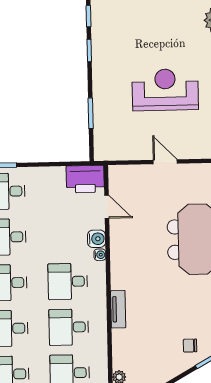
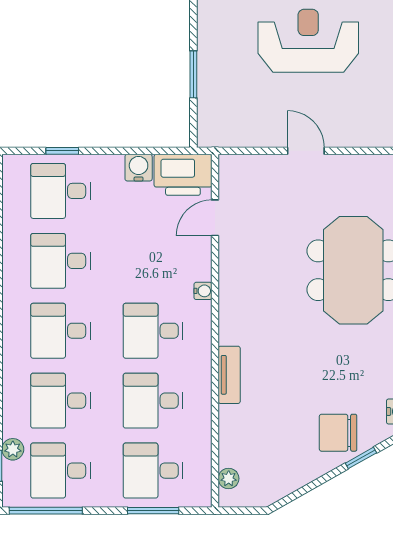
door: (107, 207) -> (215, 218), swing flipped
water cooler: (96, 239) -> (139, 168), moved, turned -90
chair: (190, 346) -> (338, 433), width x1.87, depth x1.87

